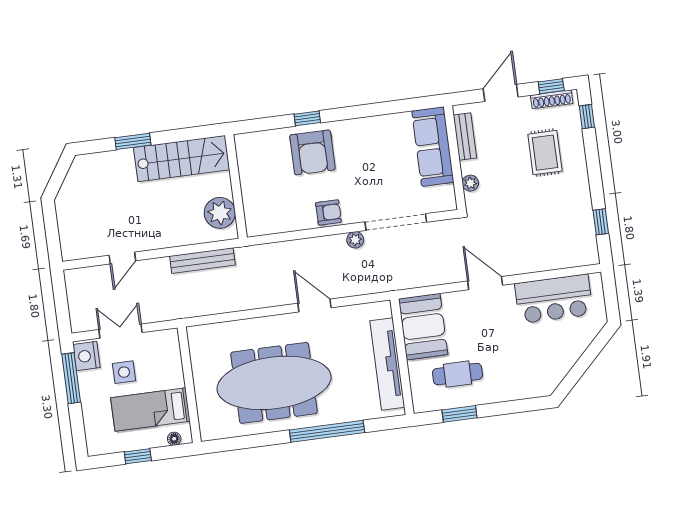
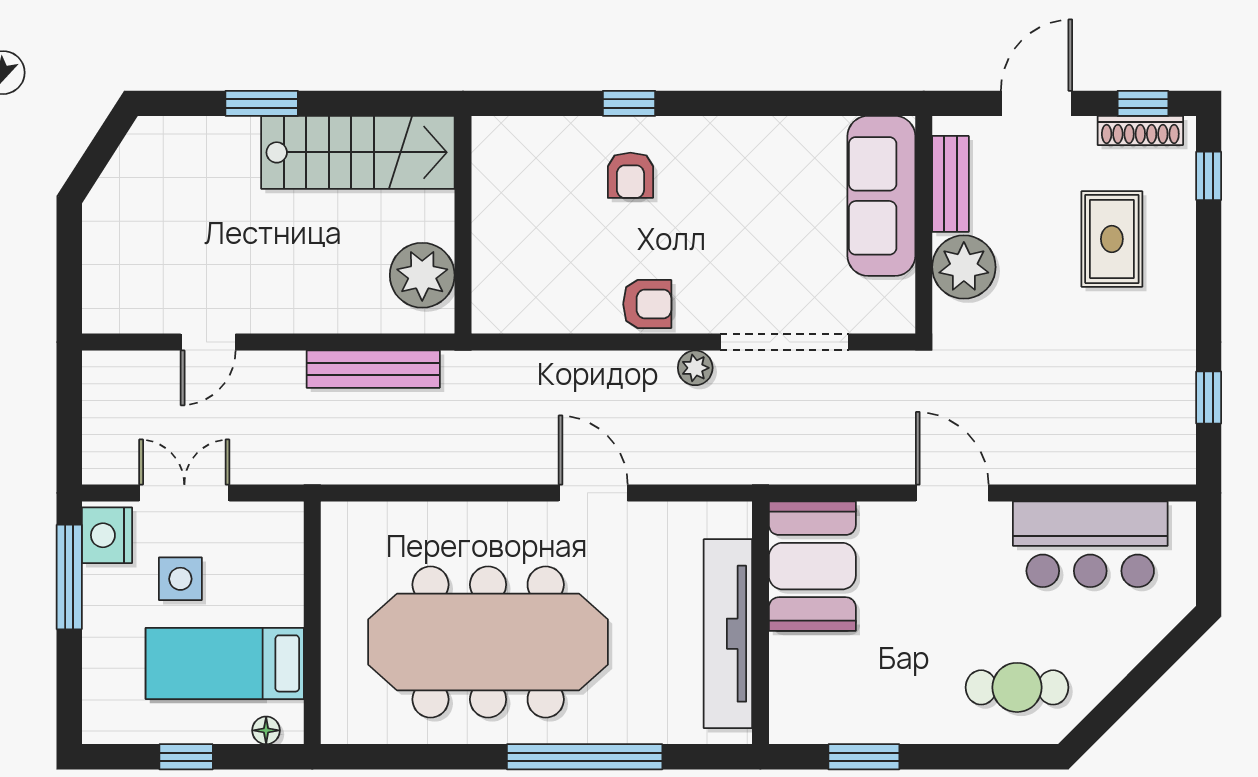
armchair: (312, 152) -> (630, 175), width x0.53, depth x0.53
plant: (470, 183) -> (964, 267), width x1.87, depth x1.87
cafe table: (457, 374) -> (1017, 687), moved

